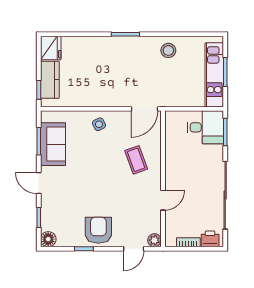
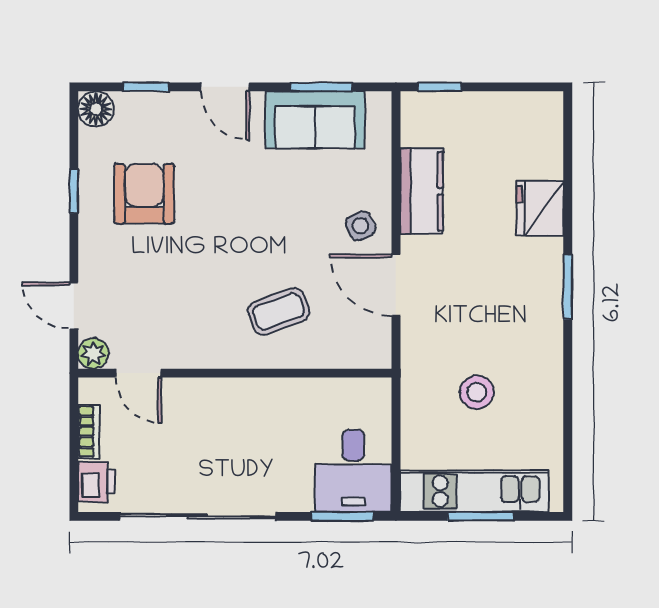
fridge: (51, 48) -> (540, 208), moved, turned 90
stool: (168, 50) -> (477, 392), moved
kitchen counter: (50, 80) -> (422, 191), moved, turned -90
door: (144, 109) -> (396, 285), moved
door: (39, 183) -> (225, 87), swing flipped
door: (163, 200) -> (138, 373), moved
armchair: (98, 230) -> (144, 194), moved, turned -90

